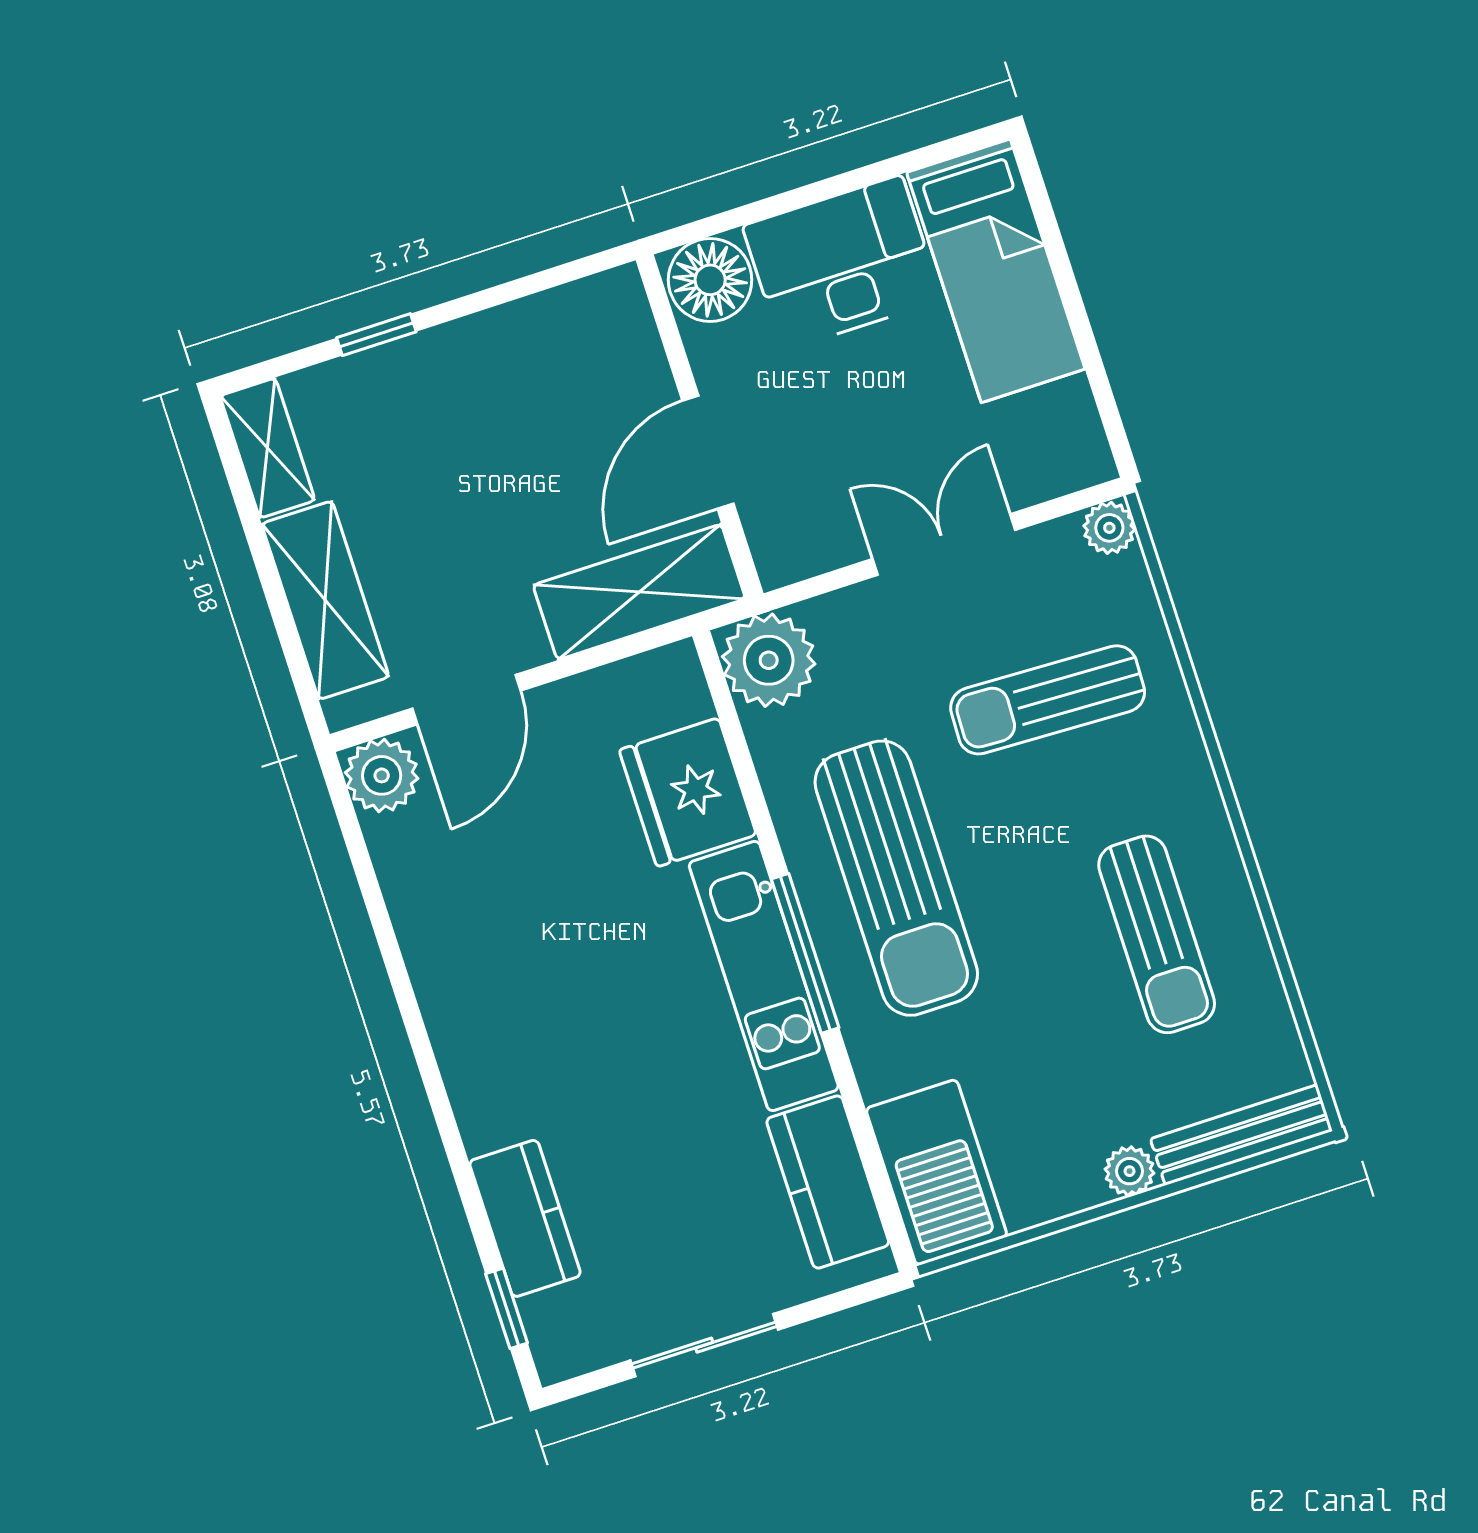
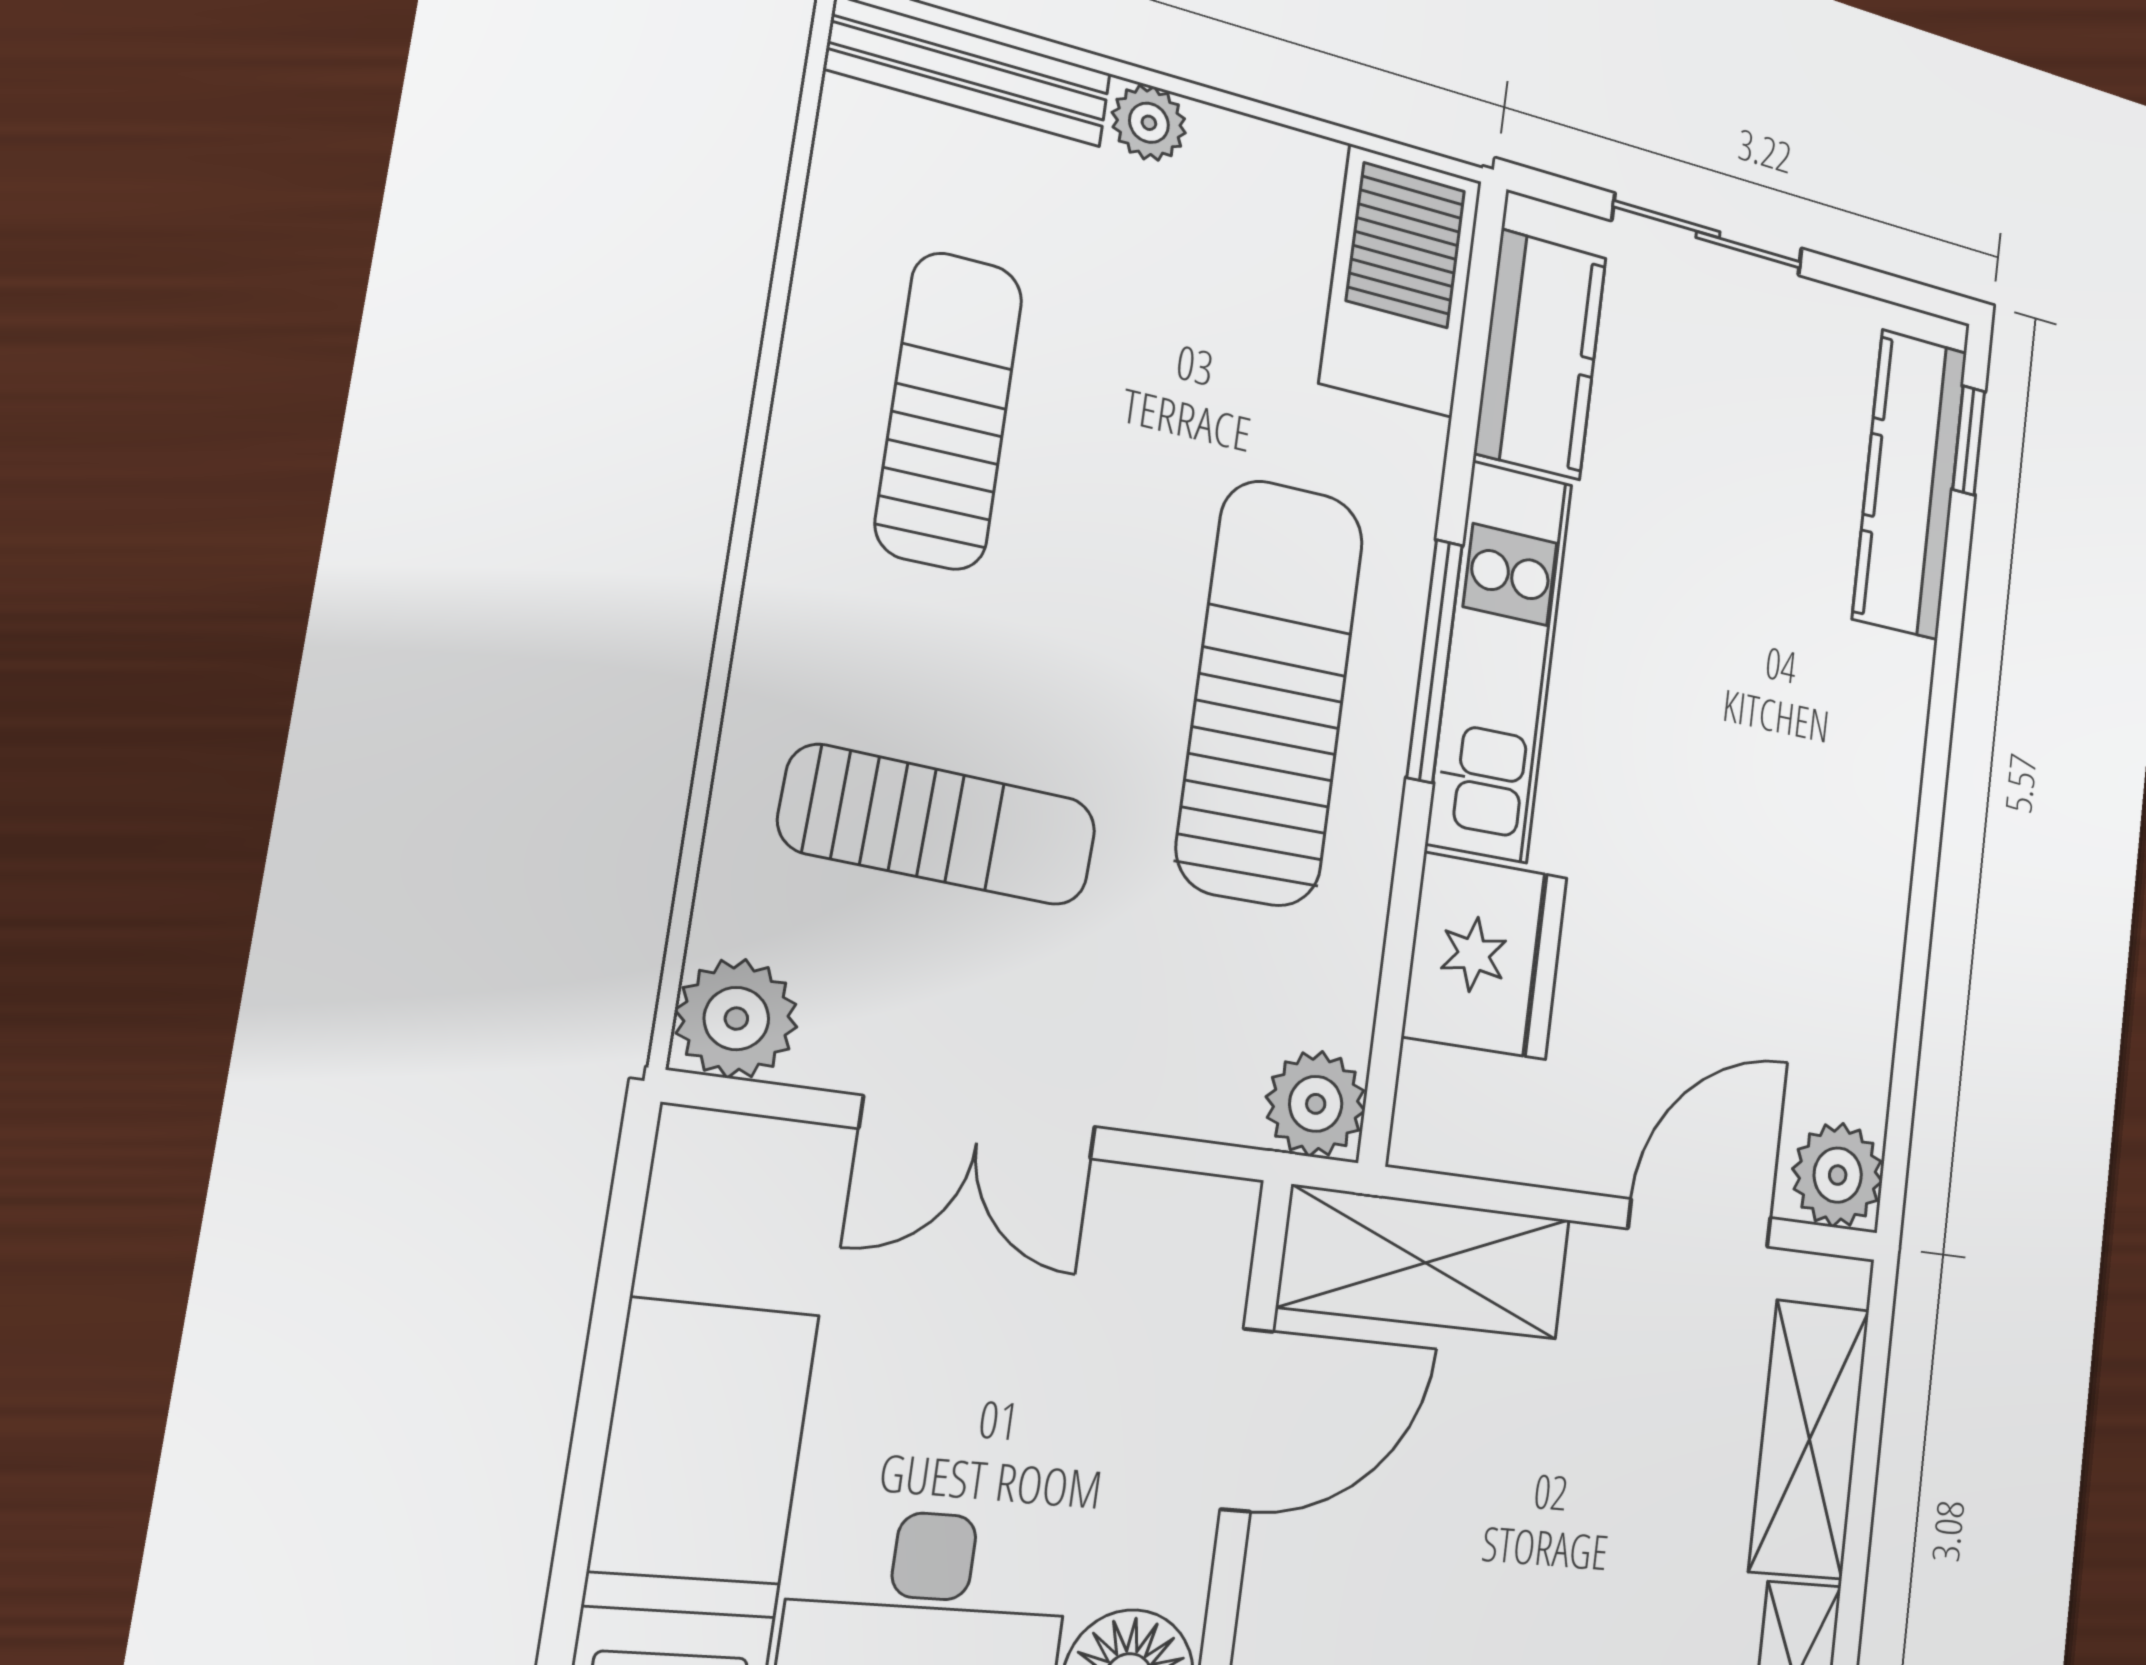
plant: (1109, 528) -> (736, 1019), width x1.38, depth x1.38
plant: (769, 660) -> (1316, 1104), width x0.73, depth x0.73
kitchen counter: (525, 1218) -> (1910, 485), width x1.50
sliding door: (704, 1345) -> (1708, 235), moved

